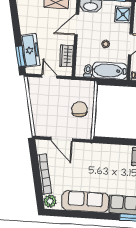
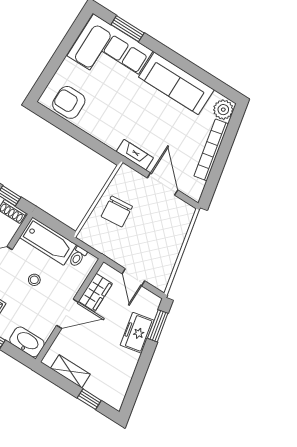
door: (77, 25) -> (67, 314), moved
freezer: (30, 50) -> (137, 333), width x0.71
fireplace: (87, 148) -> (135, 155), added

